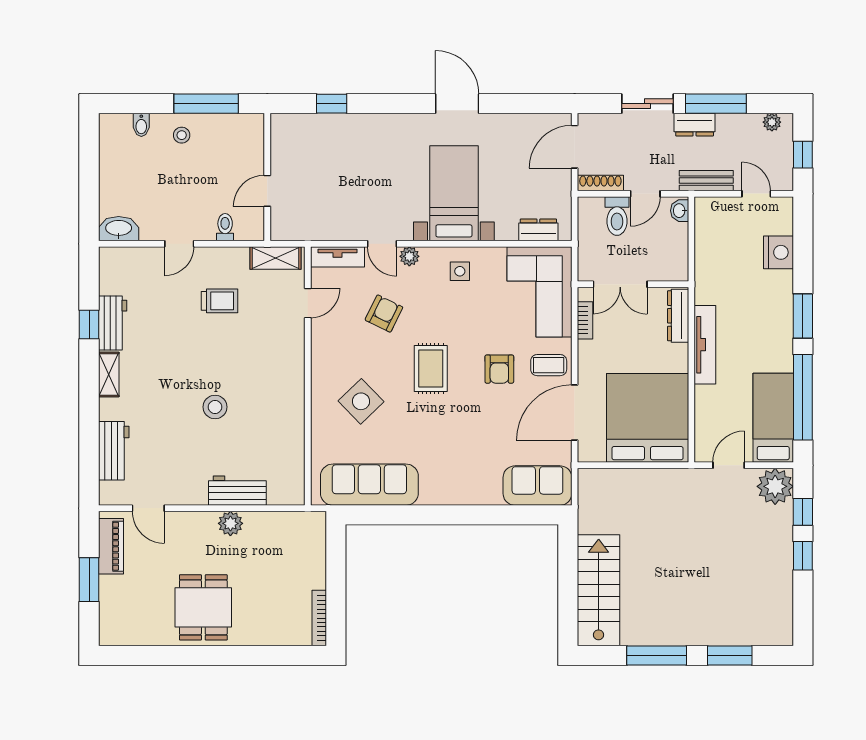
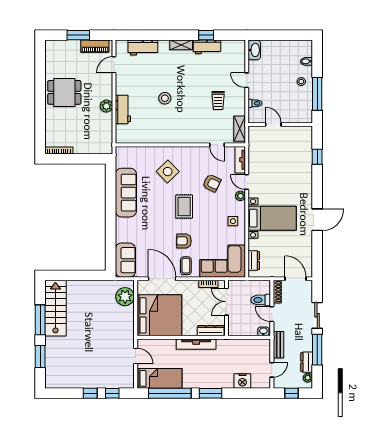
dresser: (695, 125) -> (307, 362), moved
door: (382, 244) -> (247, 182), hinge flipped
rug: (431, 369) -> (184, 207), turned 90
sofa: (369, 485) -> (126, 193), moved
plant: (775, 486) -> (125, 297), moved
stairs: (599, 590) -> (55, 308), moved, turned -90

